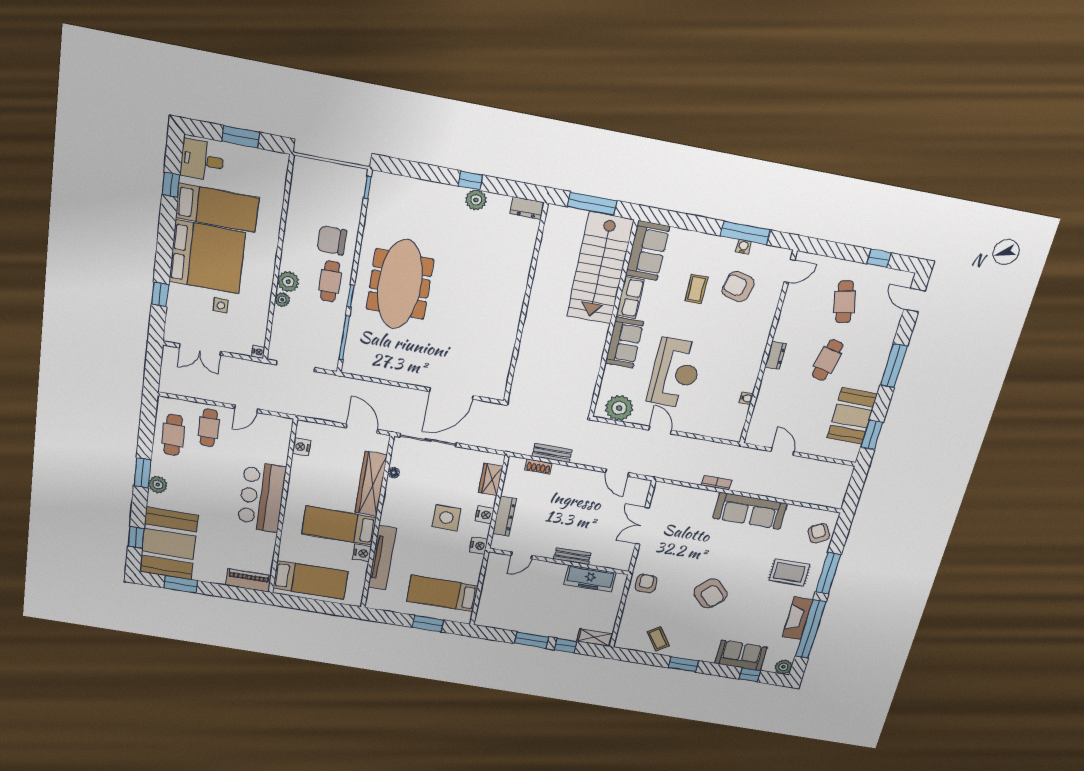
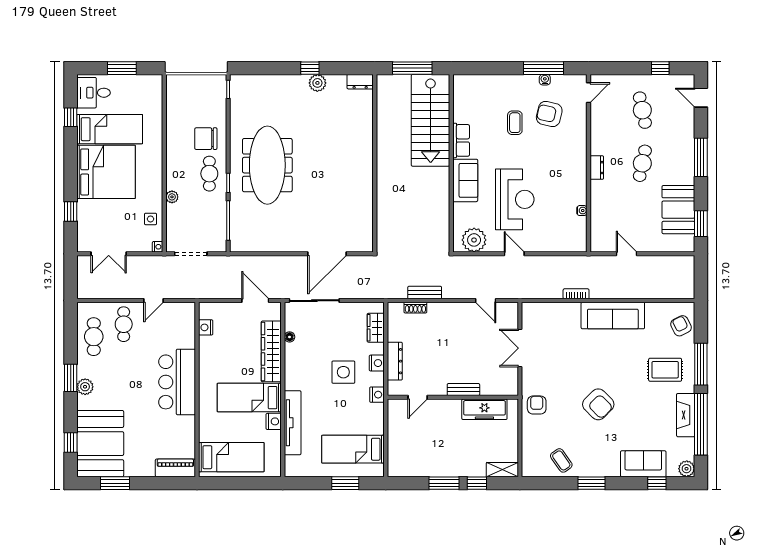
sofa: (648, 251) -> (467, 98), removed
plant: (288, 282) -> (175, 180), removed
side table: (221, 305) -> (151, 219), moved

